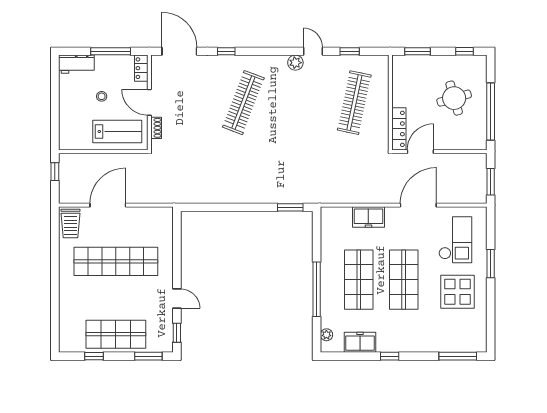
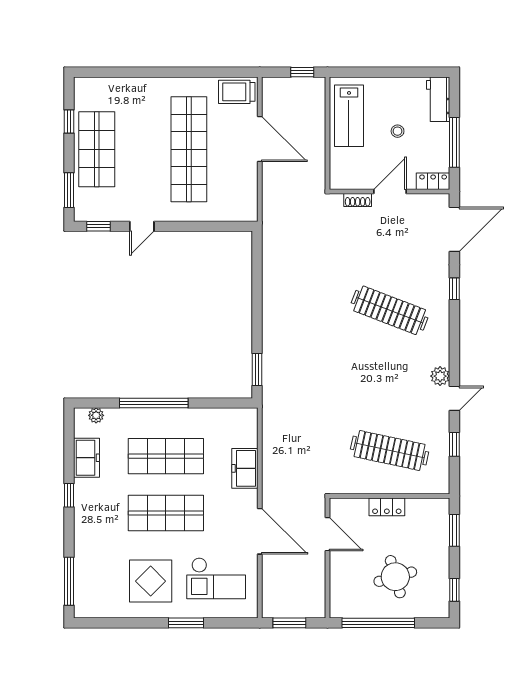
locker: (399, 129) -> (387, 507), moved, width x0.66
lab bench: (117, 132) -> (349, 116), moved

